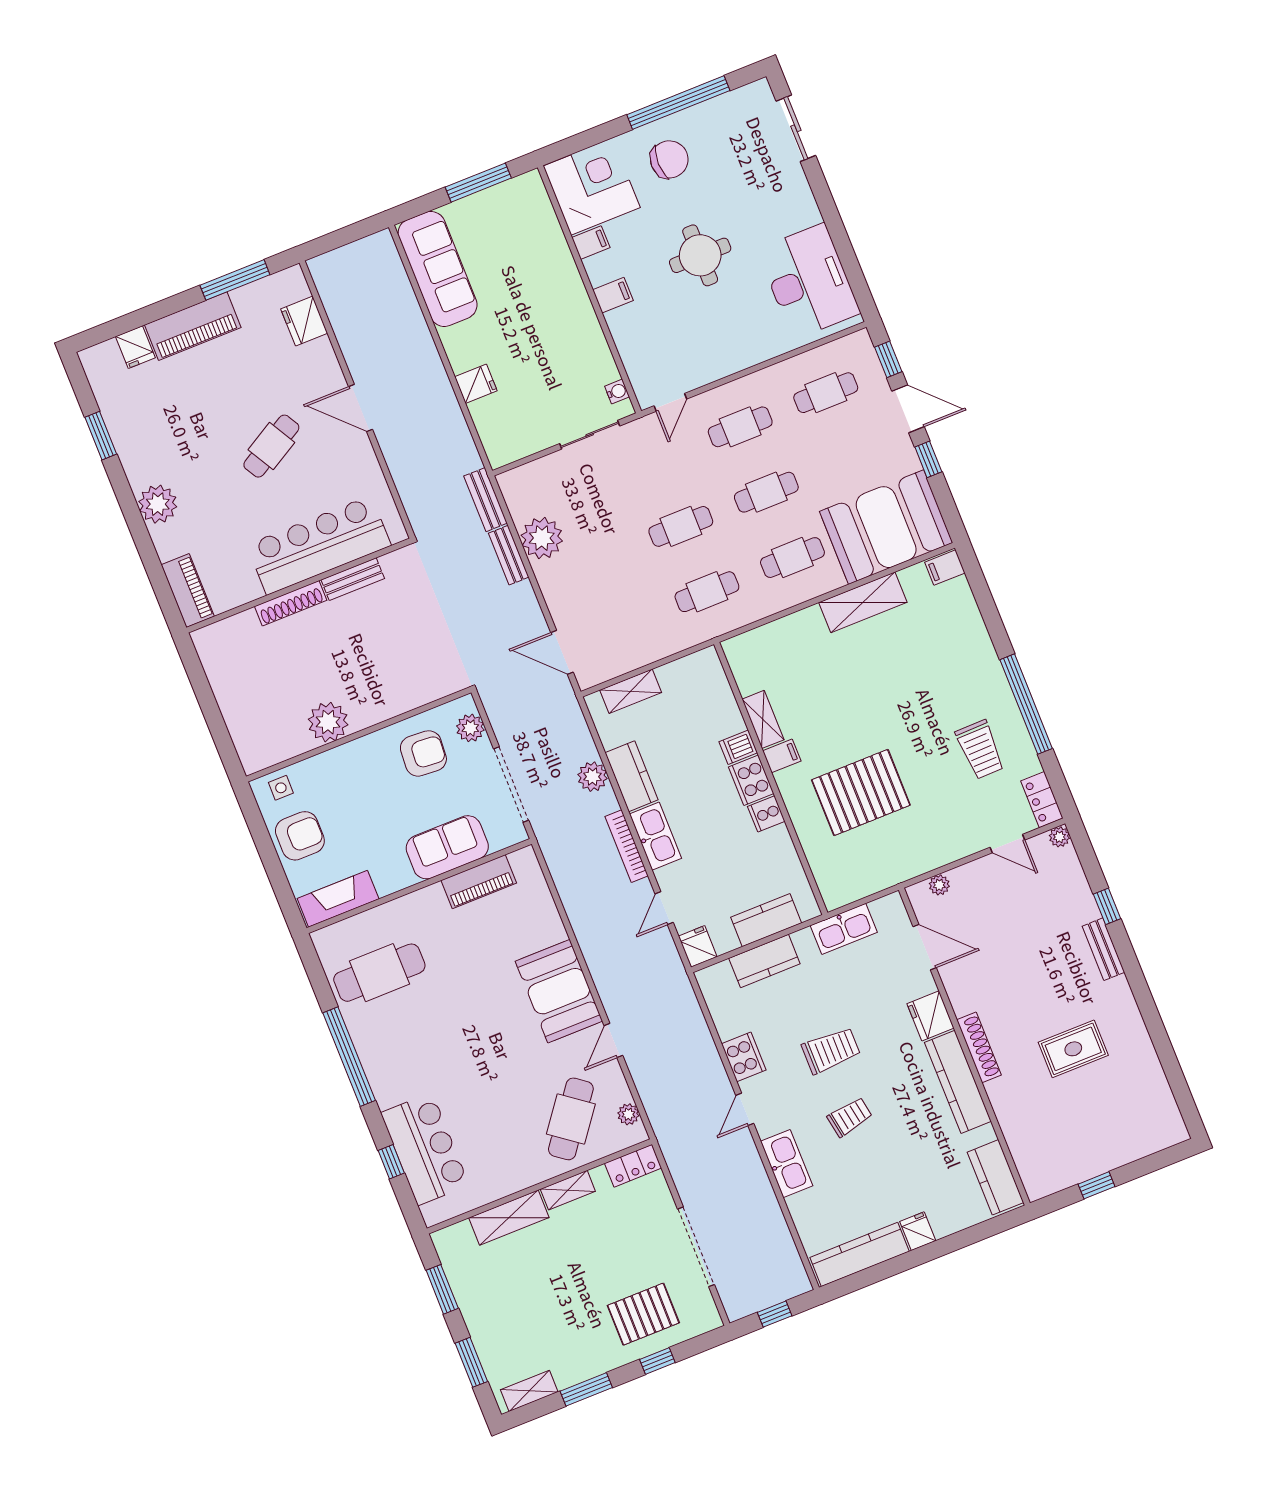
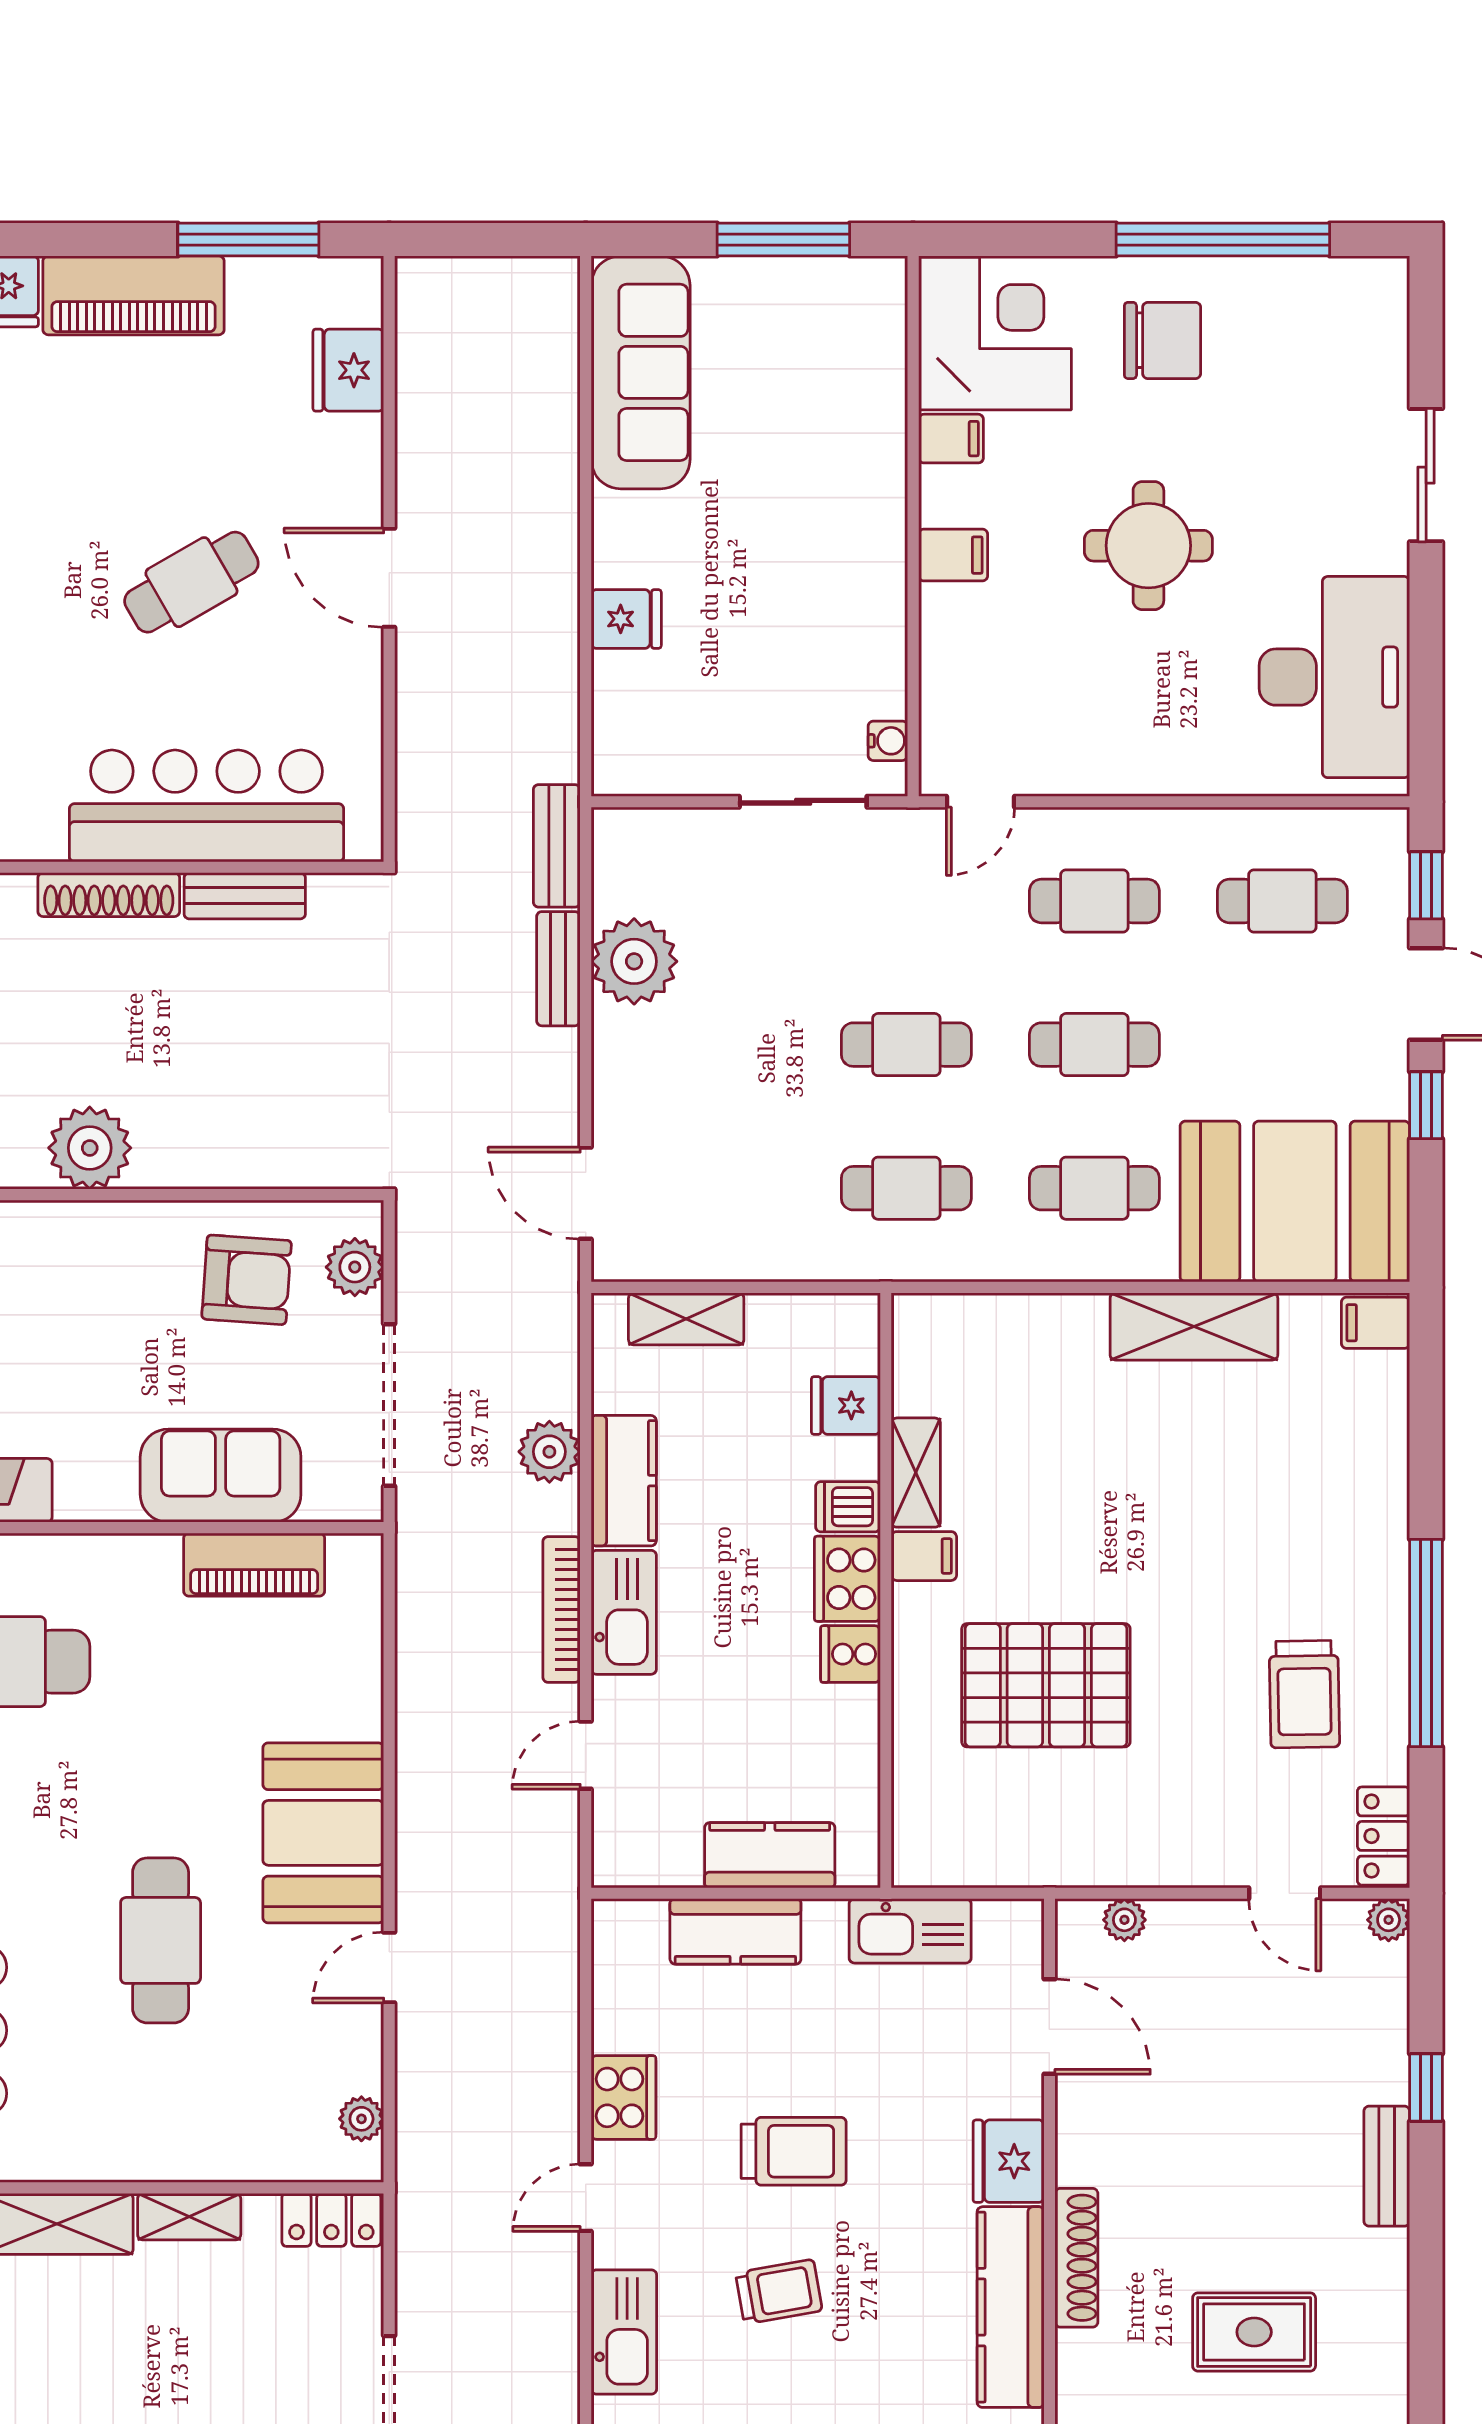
sliding door: (796, 128) -> (1426, 475), moved
fridge: (698, 946) -> (846, 1405), moved, turned -90
cafe table: (571, 1119) -> (161, 1940), moved, turned -37

